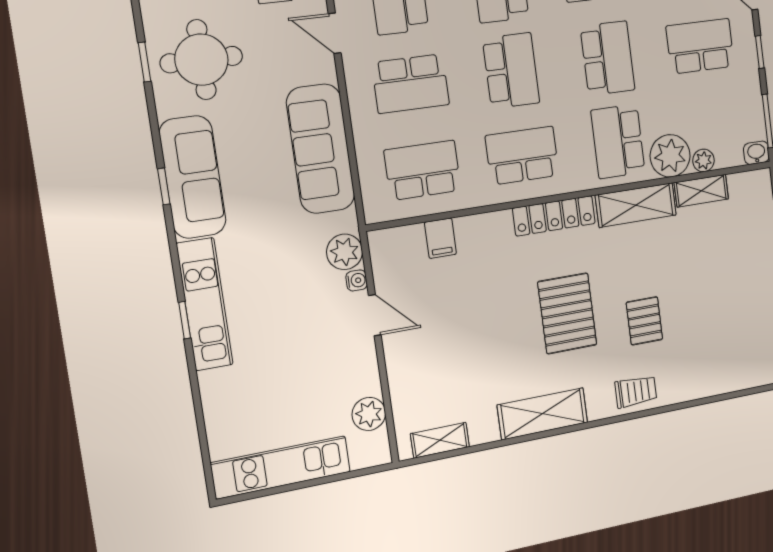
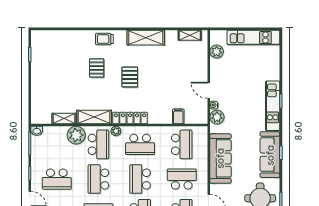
plant: (703, 160) -> (116, 131), moved
school desk: (423, 170) -> (182, 144), turned -90
pallet: (567, 313) -> (130, 77), width x0.67, depth x0.71

